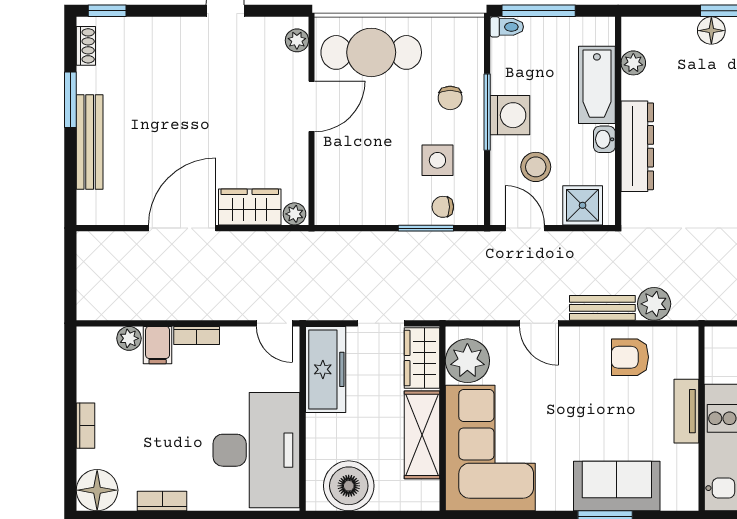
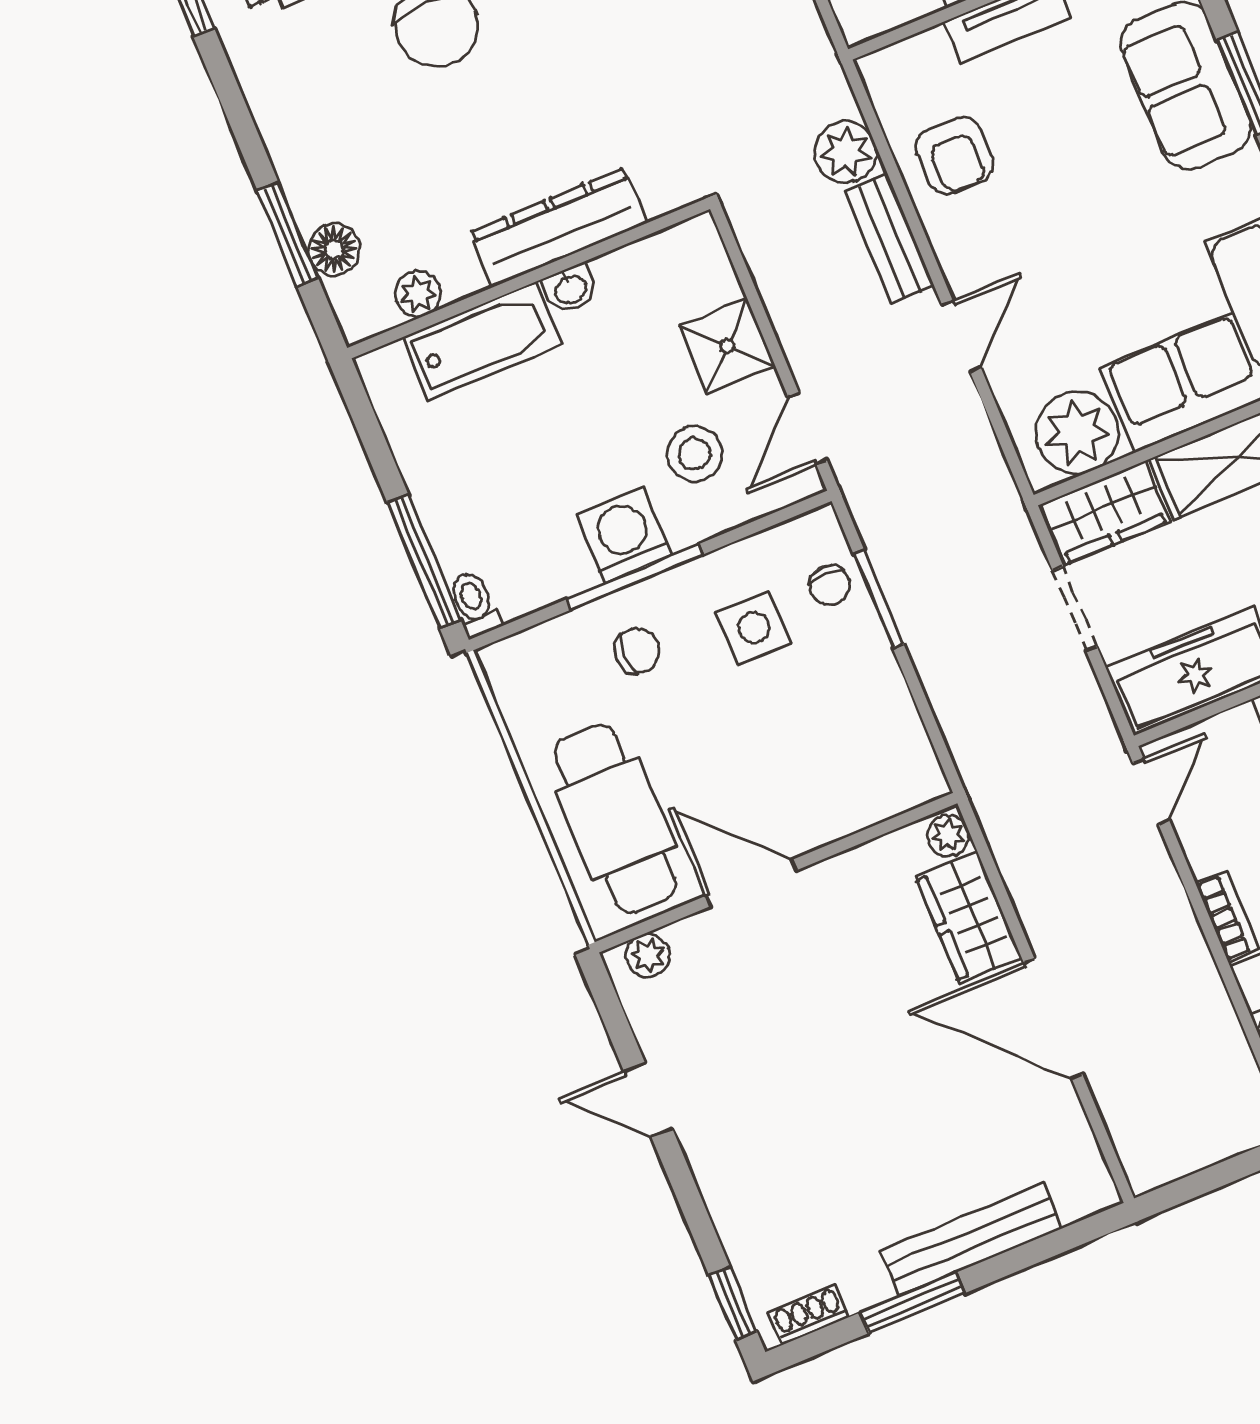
plant: (633, 63) -> (418, 294), moved
bathtub: (597, 85) -> (482, 341), moved
wall: (618, 121) -> (529, 278), moved
washbasin: (604, 139) -> (570, 289), moved
dresser: (637, 146) -> (559, 227), moved

